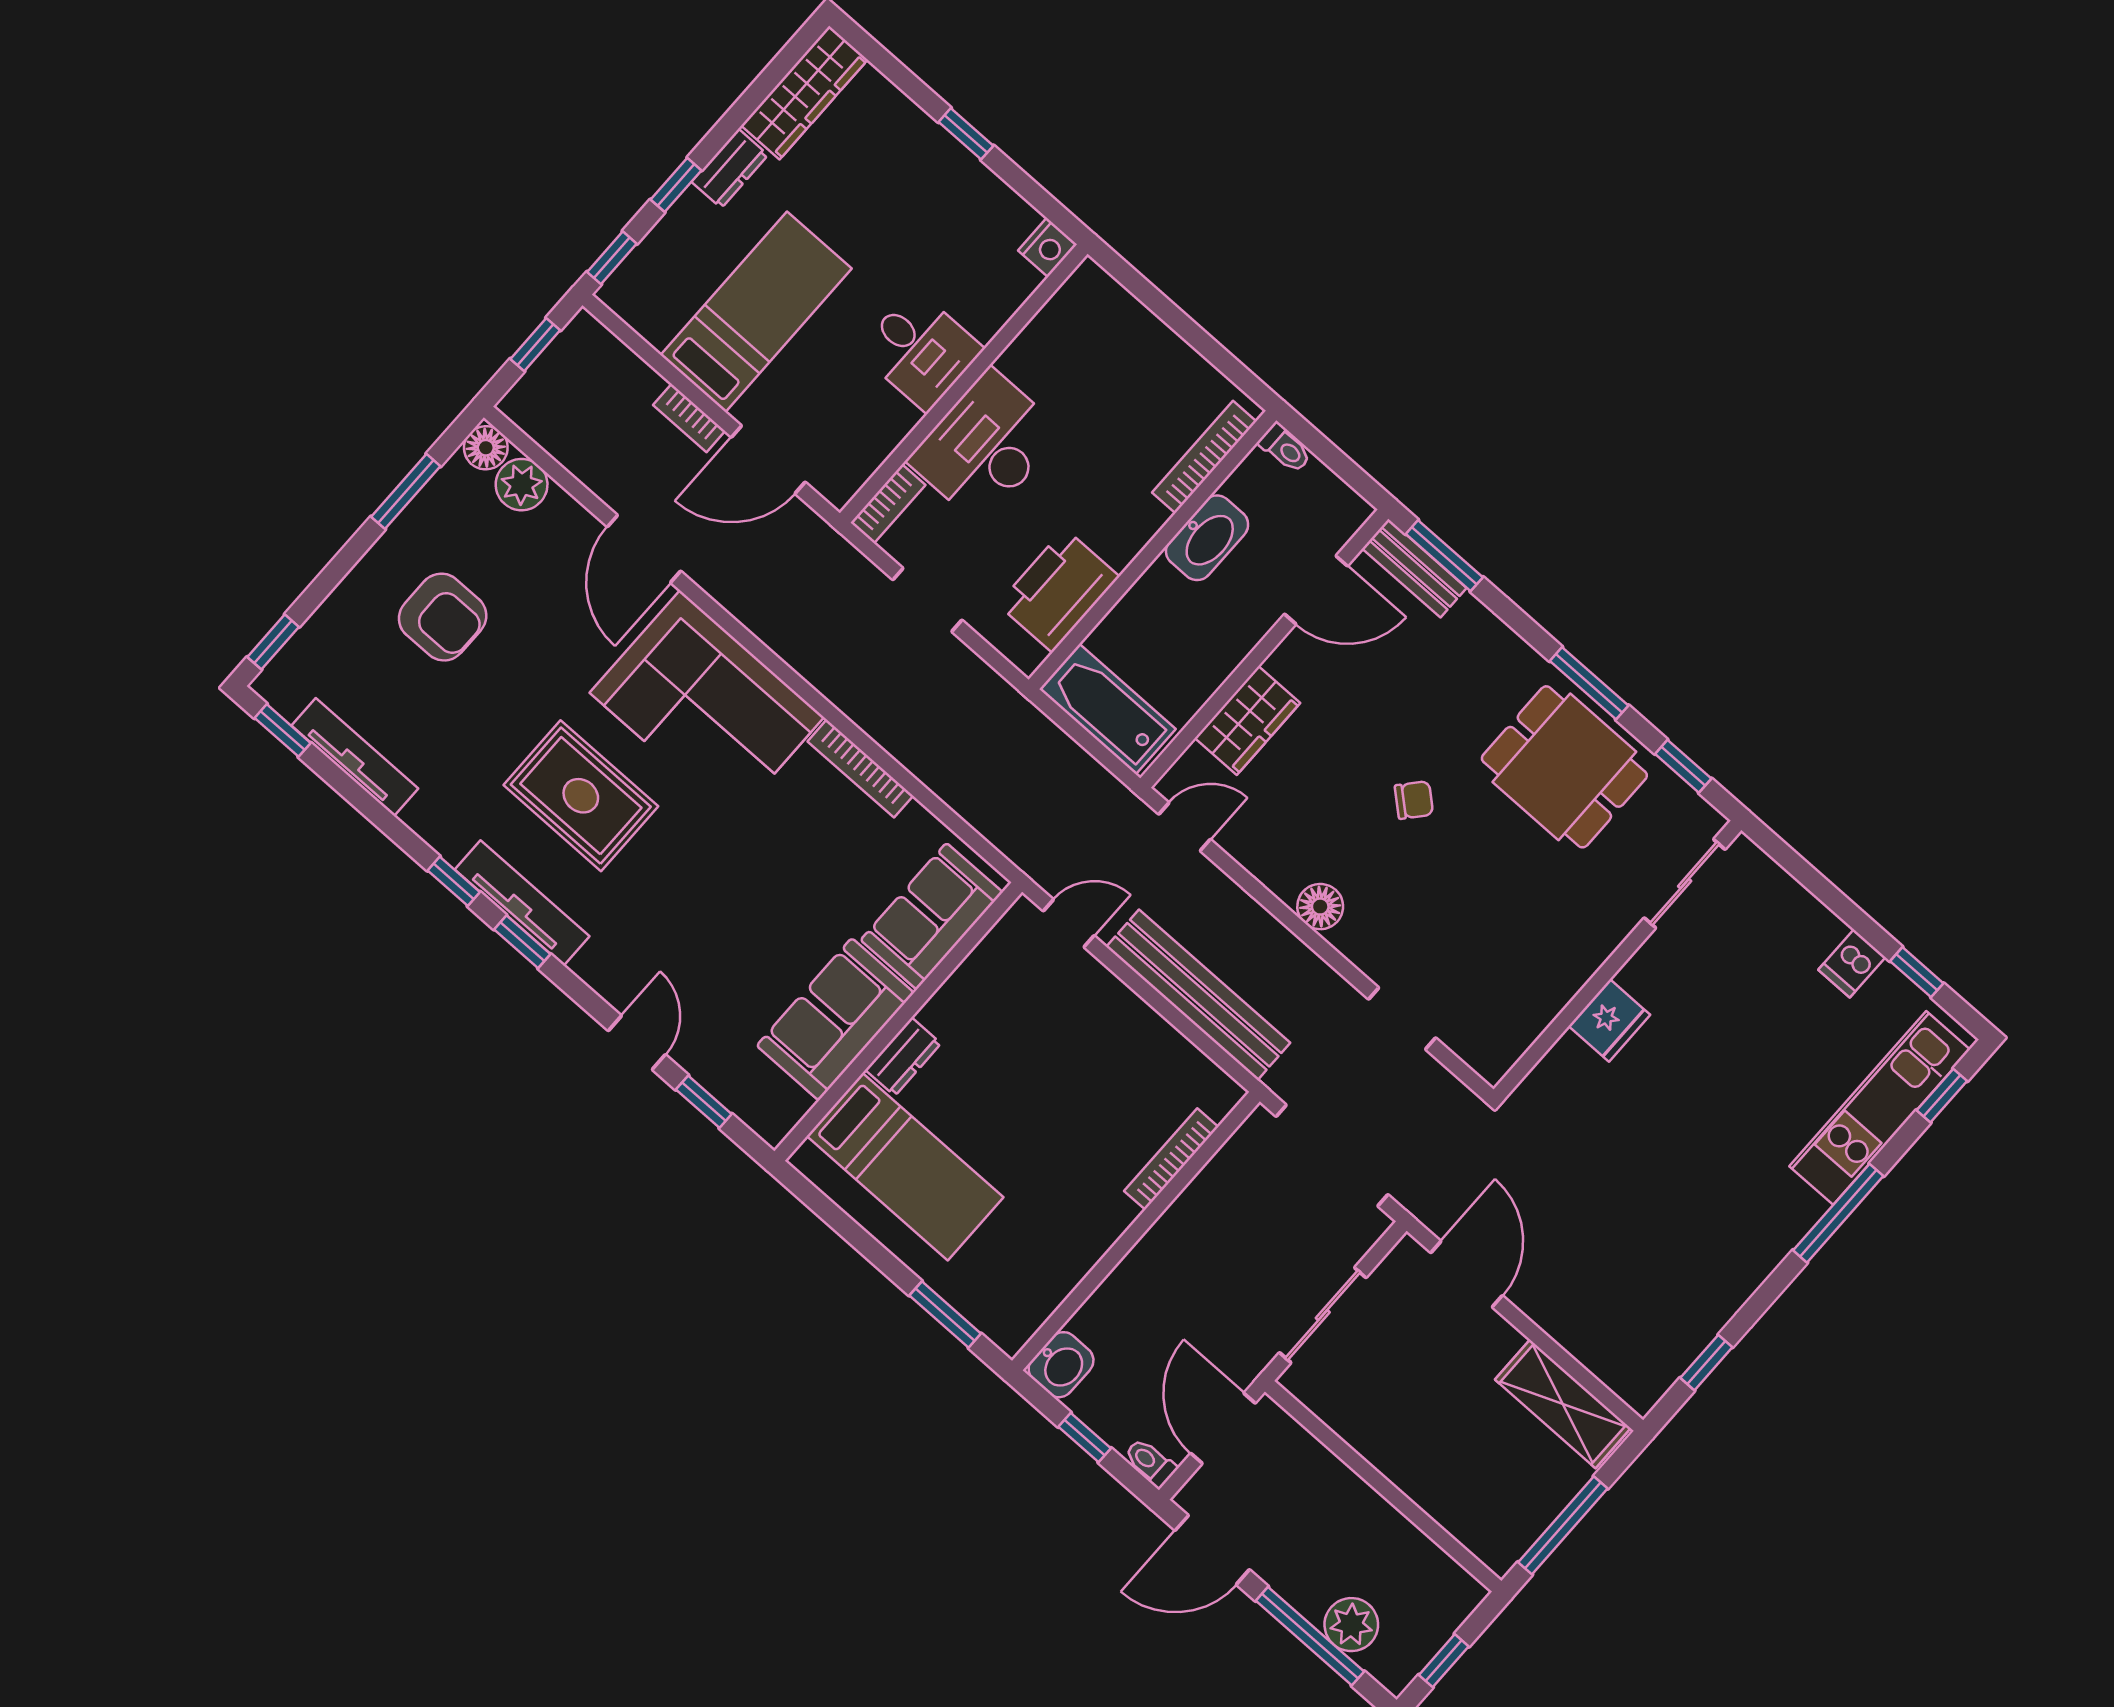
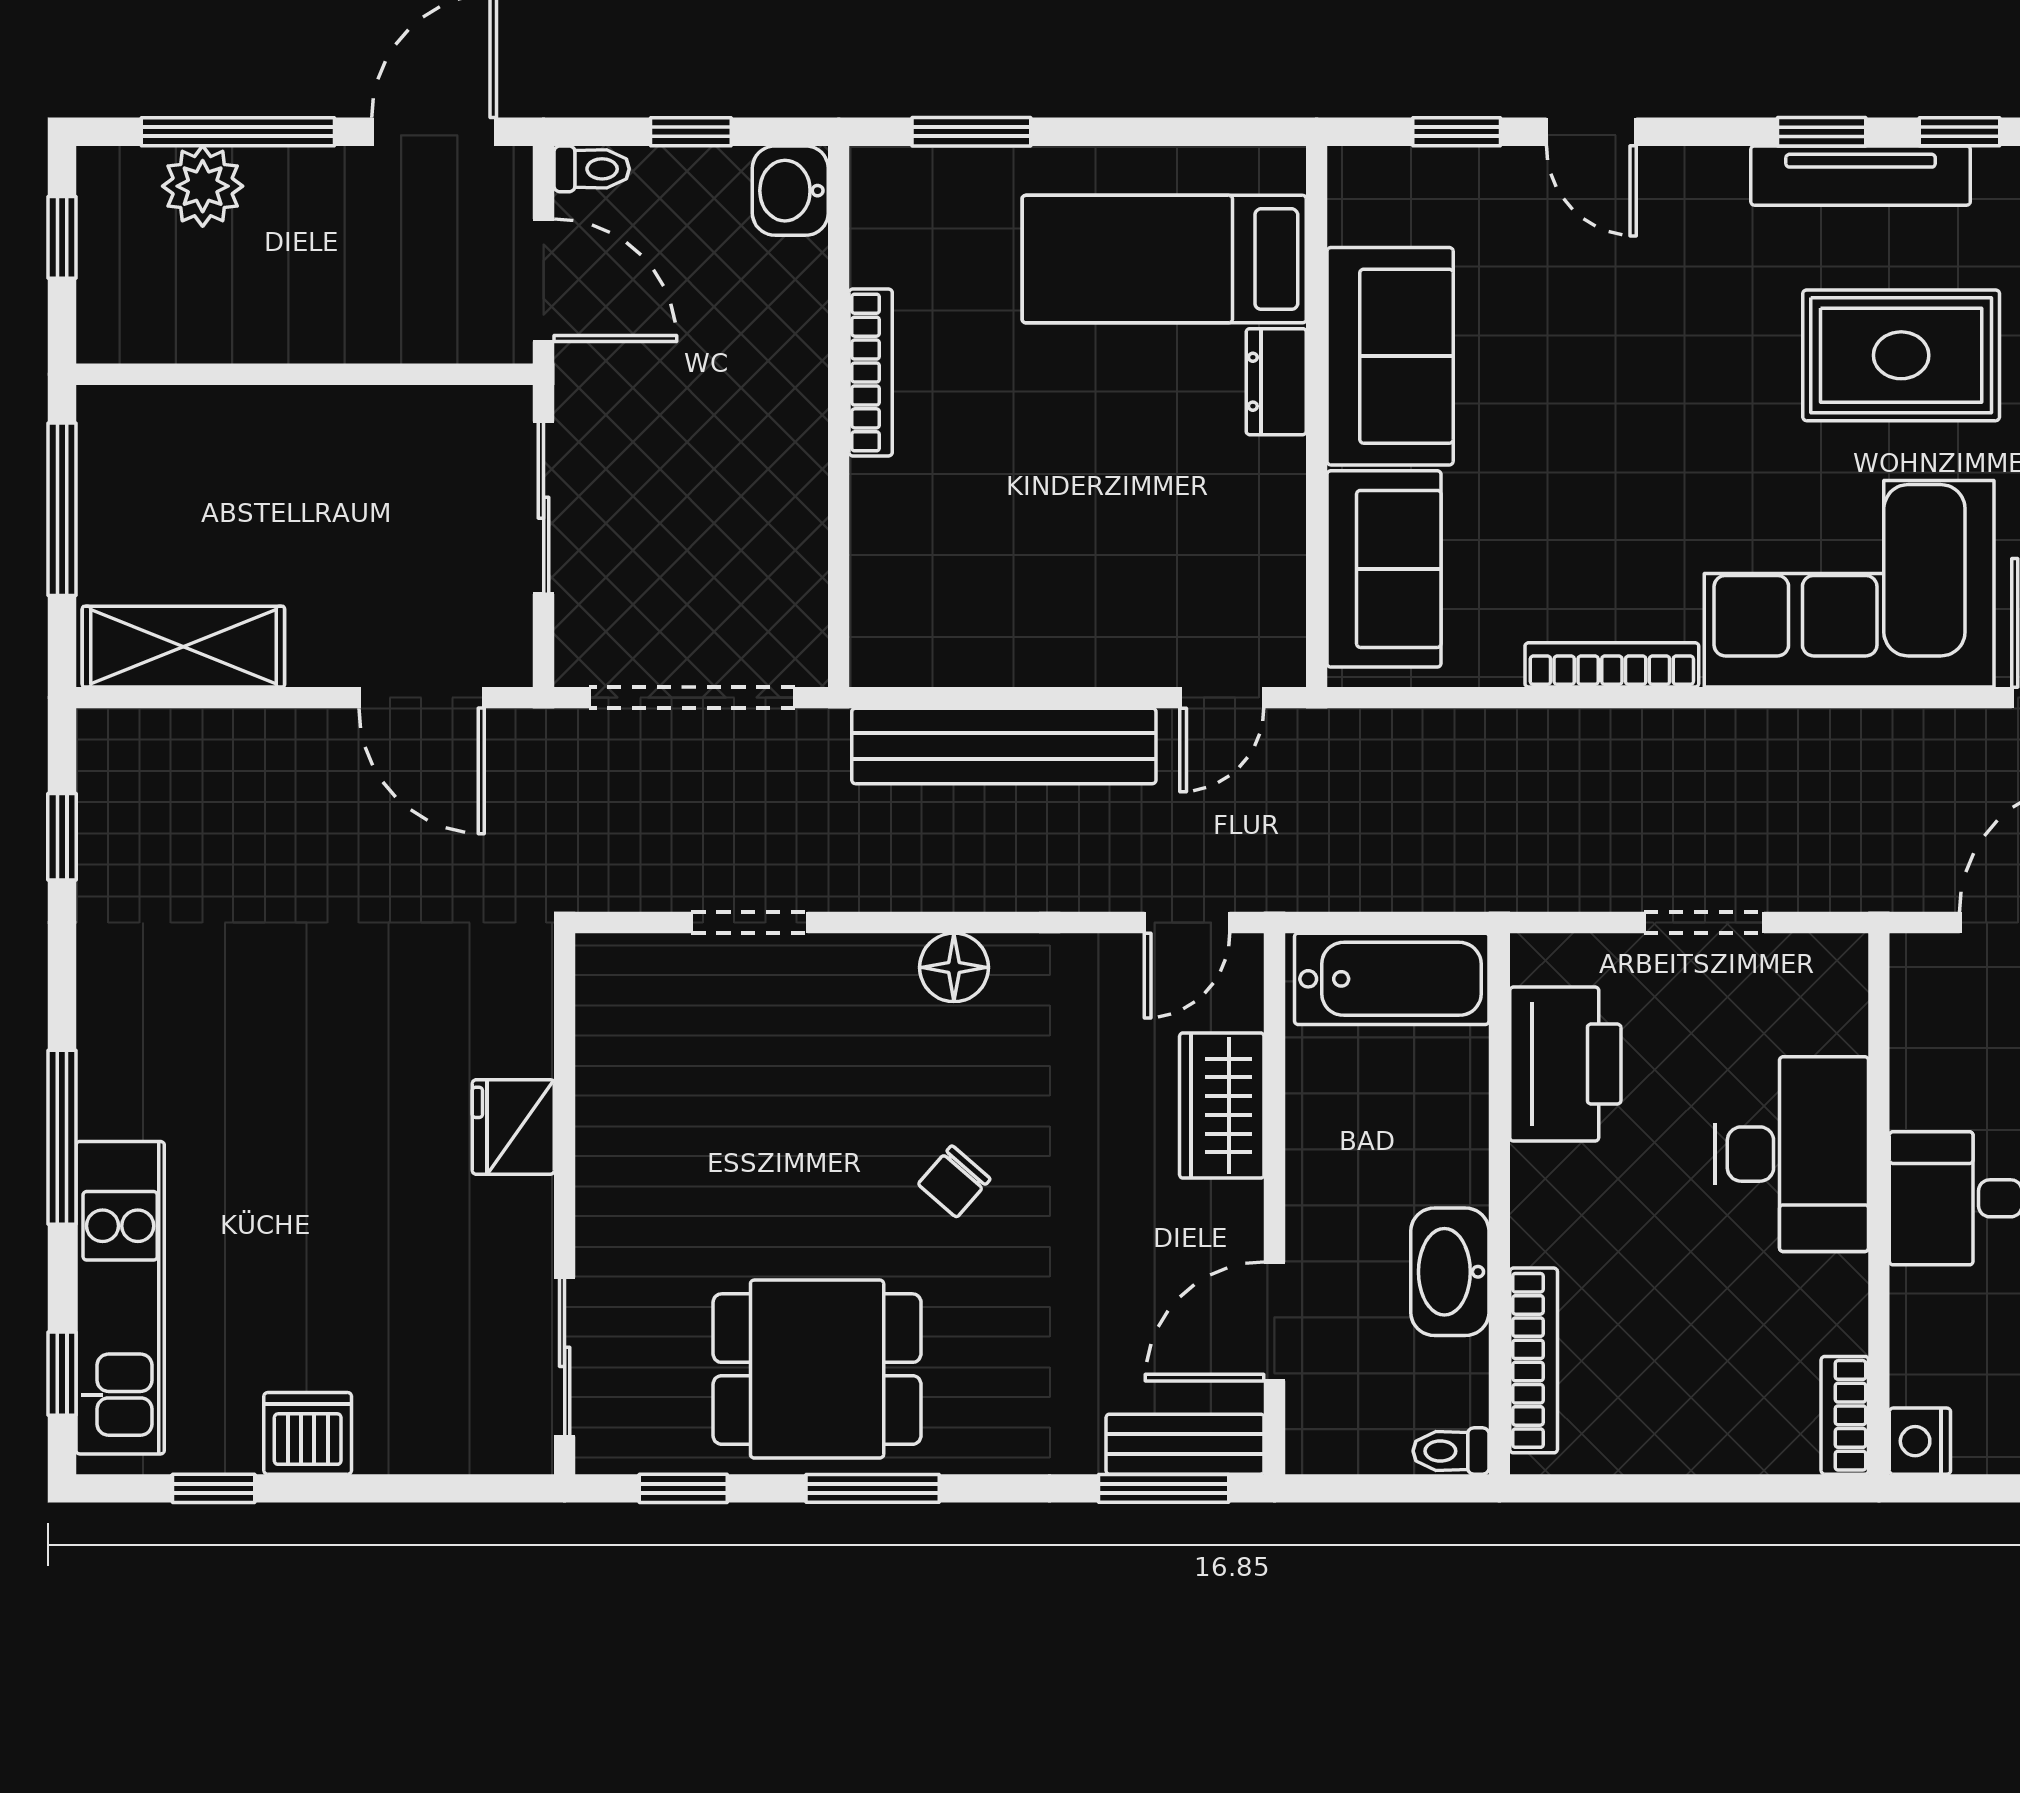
bookcase: (888, 504) -> (1845, 1415), moved
dishwasher: (1852, 963) -> (308, 1433), width x1.38
bookcase: (1171, 1159) -> (871, 373), moved

